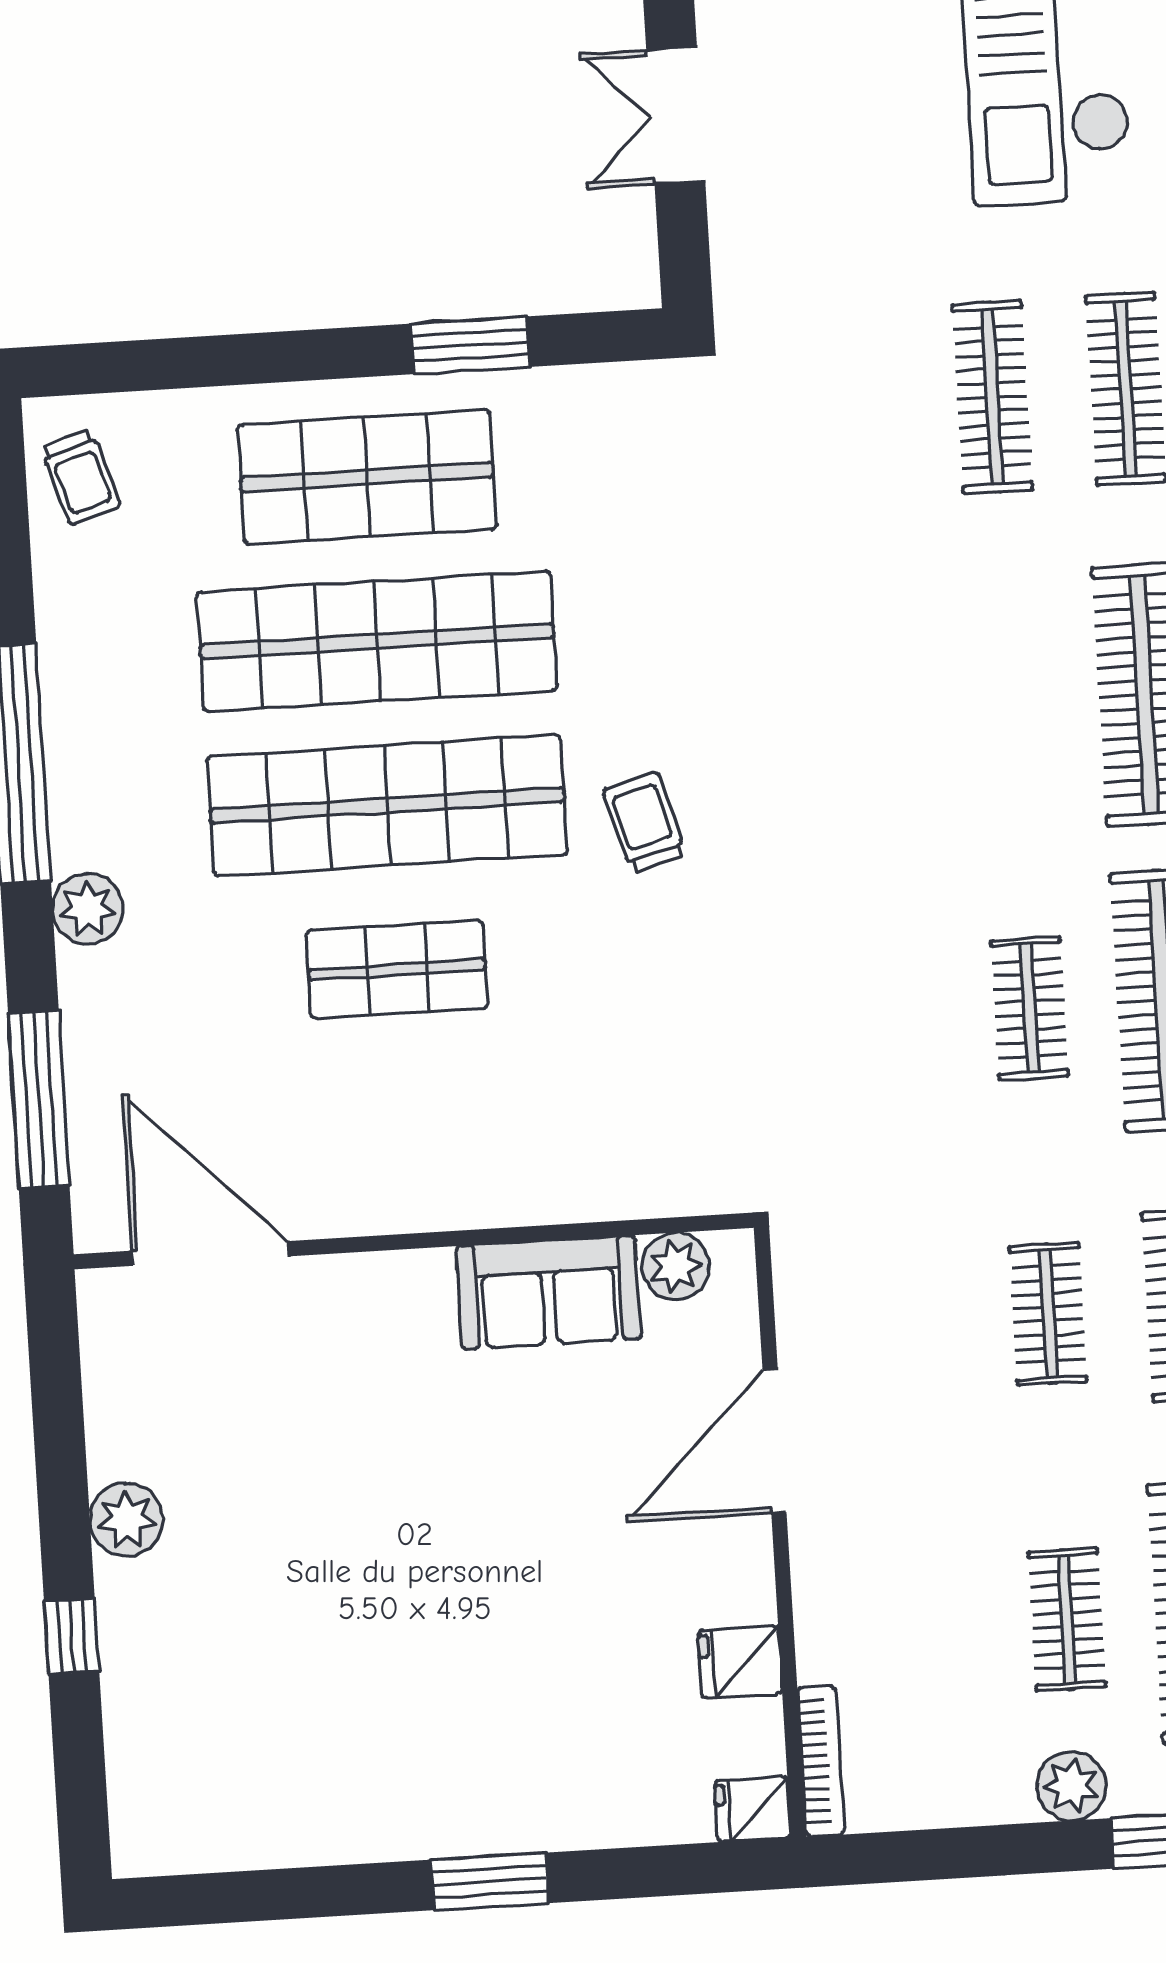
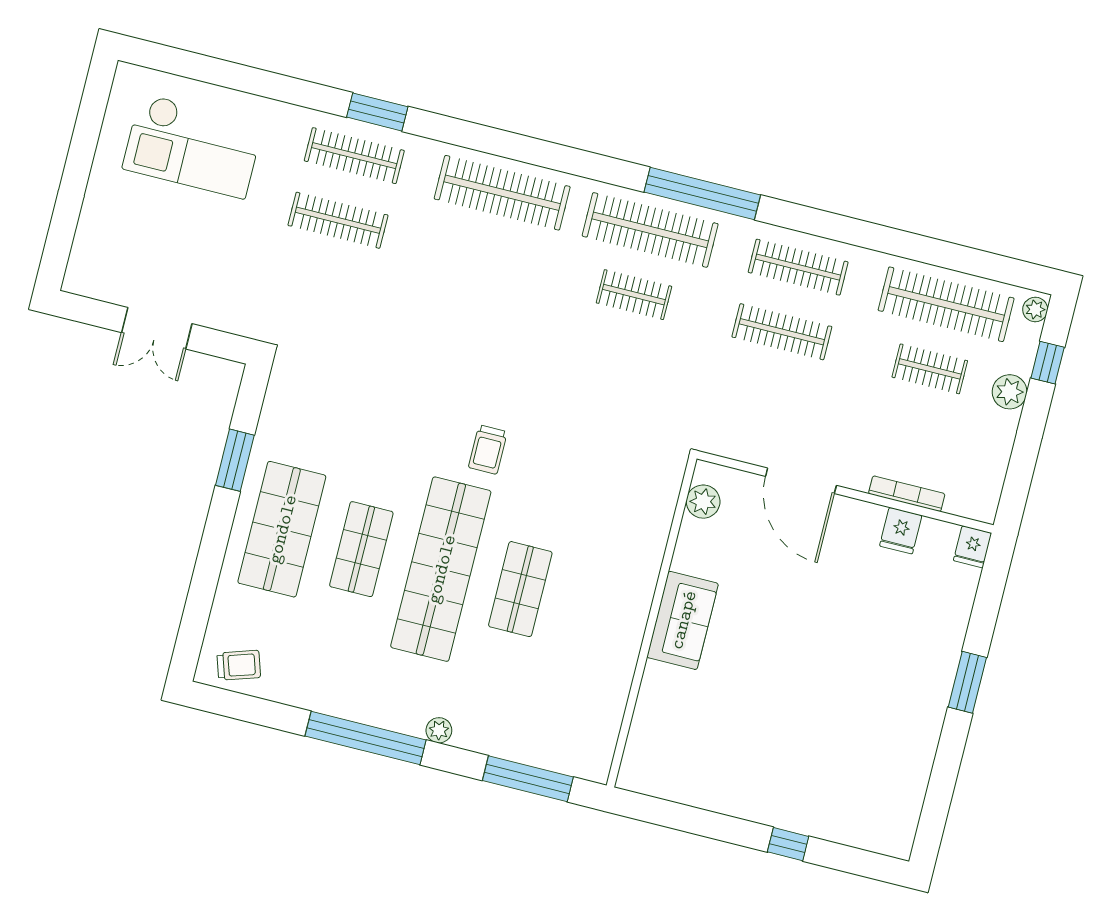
shop shelf: (377, 641) -> (361, 549), width x0.50, depth x0.74
trolley: (644, 823) -> (488, 450), turned -74
plant: (88, 909) -> (439, 730), width x0.73, depth x0.73
door: (210, 1253) -> (627, 721), removed
sofa: (548, 1292) -> (683, 620), moved
clothes rail: (1048, 1314) -> (782, 332), width x1.36
plant: (126, 1520) -> (741, 800), removed
bookcase: (821, 1761) -> (907, 494), moved

